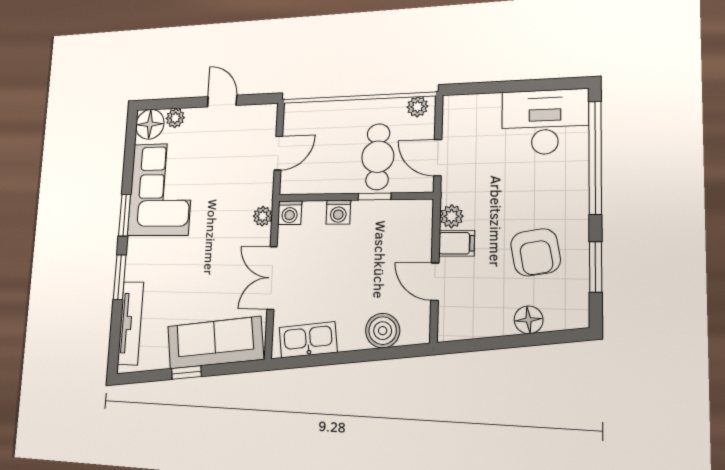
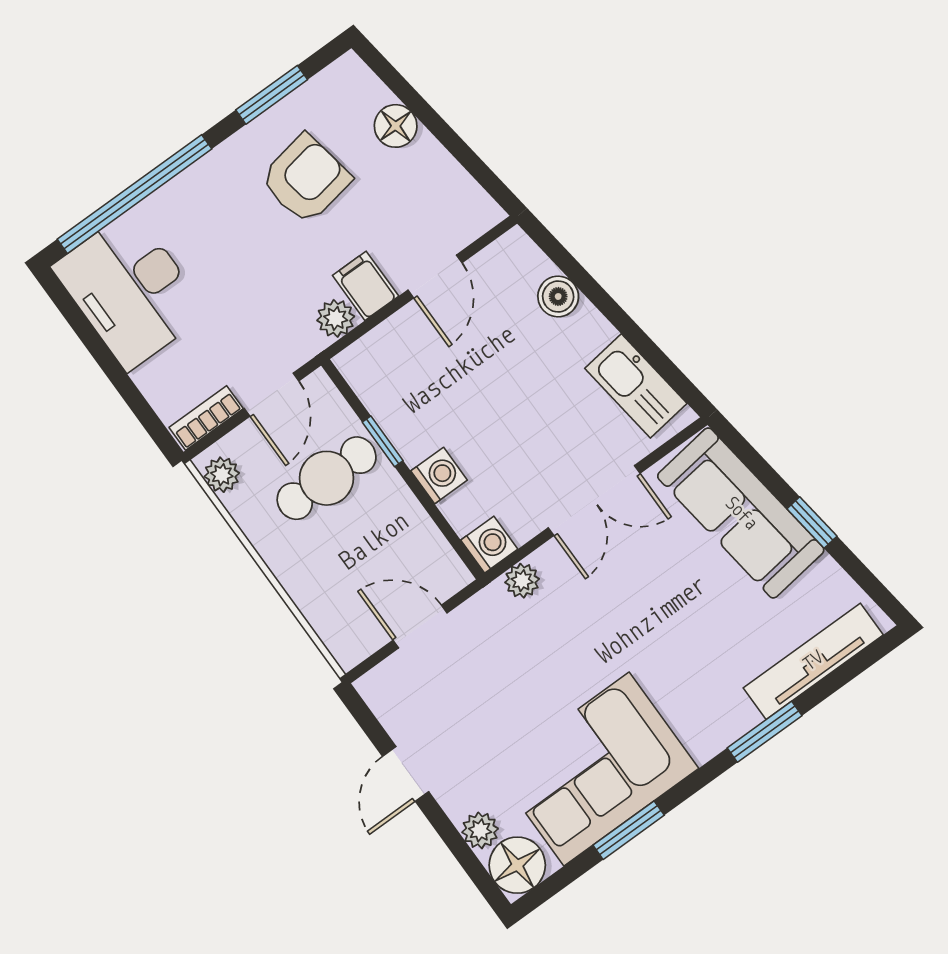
bookcase: (451, 117) -> (206, 418), added
window: (125, 215) -> (629, 830), moved
boiler: (383, 331) -> (558, 296), width x0.73, depth x0.73

